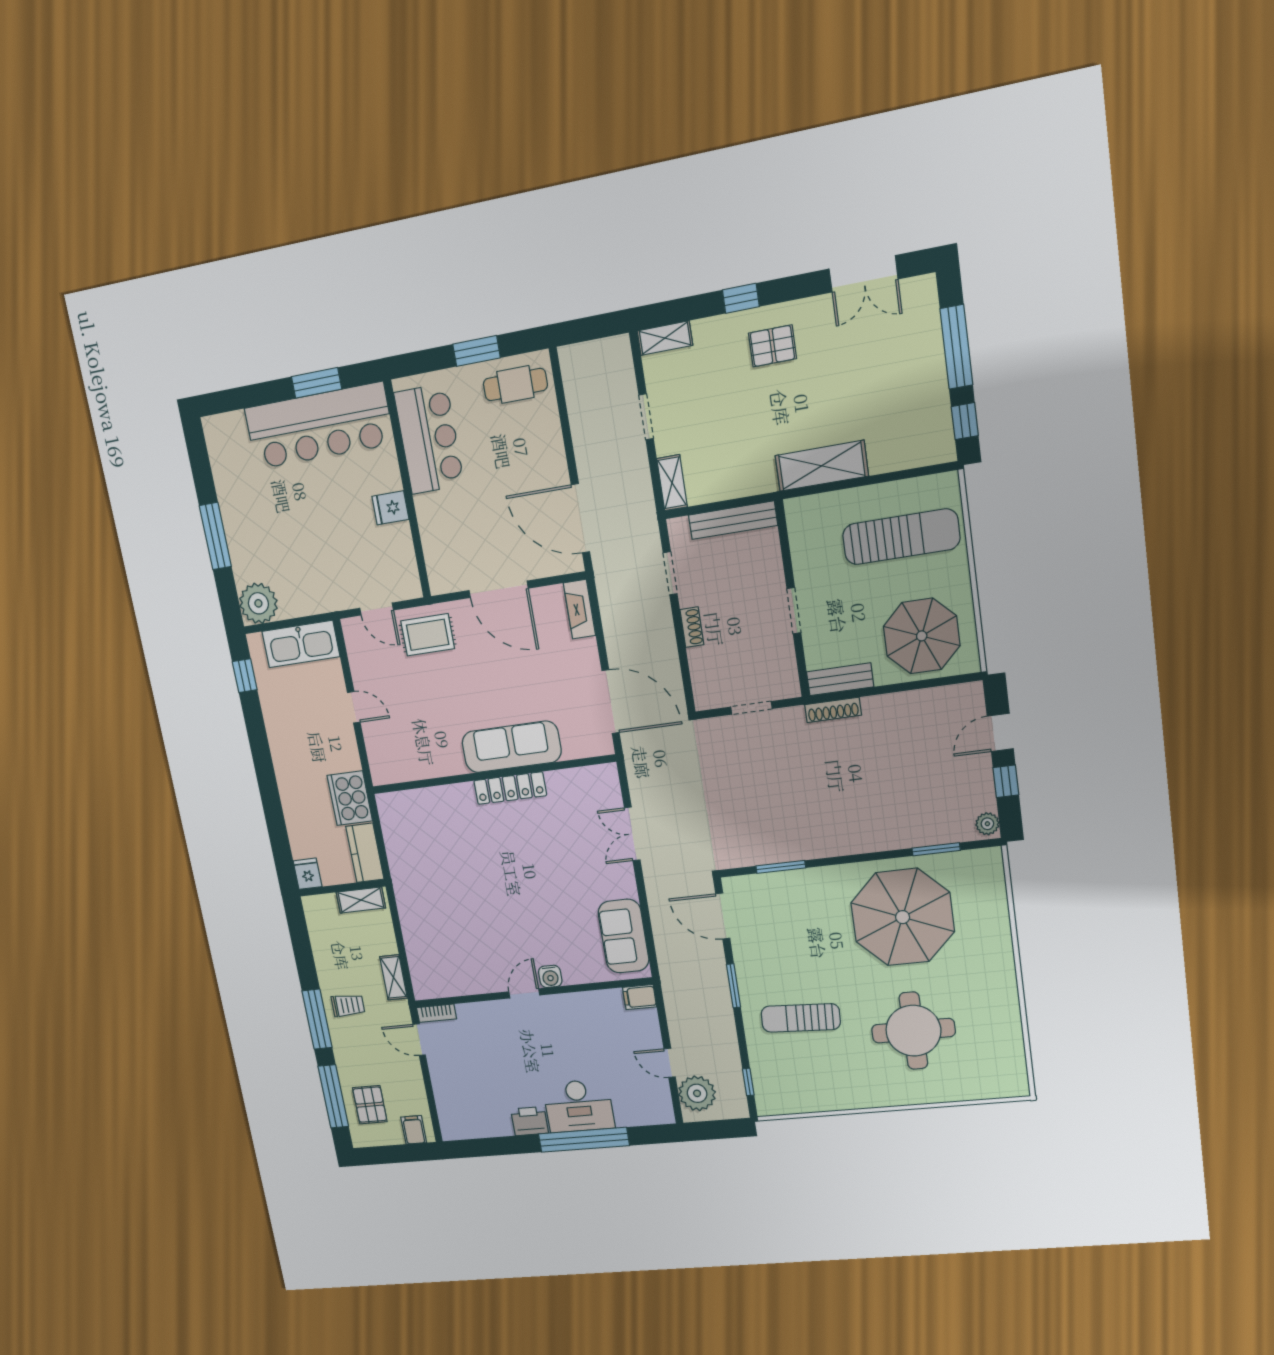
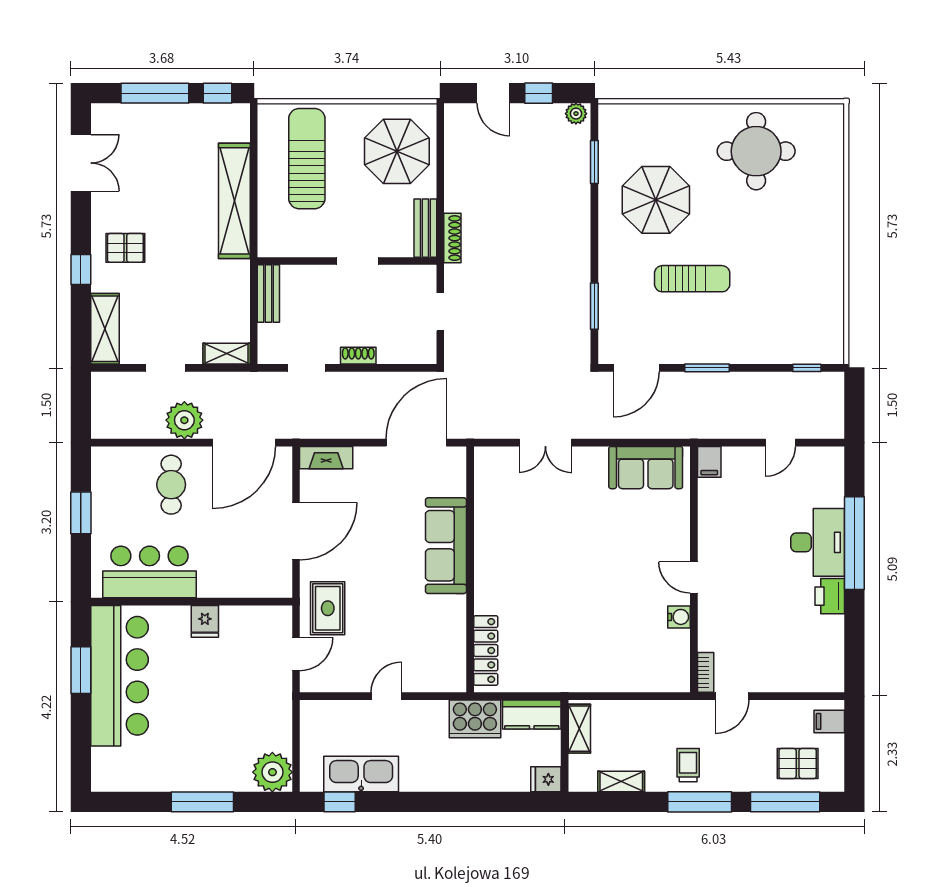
shelving: (665, 338) -> (105, 329), width x1.50, depth x1.33
pallet: (772, 346) -> (125, 248), turned 90
cafe table: (515, 385) -> (171, 485), moved
shelving: (822, 466) -> (234, 201), width x1.47
bench: (733, 520) -> (268, 294), width x0.73
kitchen sink: (301, 644) -> (361, 774), moved, turned -90
locker: (510, 788) -> (486, 650), moved
parasol: (903, 917) -> (656, 200), width x0.73, depth x0.73
water cooler: (550, 976) -> (679, 617), moved
shelving: (394, 977) -> (621, 781), moved
sun lounger: (801, 1018) -> (692, 279), moved, turned -93
round table: (913, 1031) -> (756, 151), moved
plant: (697, 1093) -> (184, 420), moved

